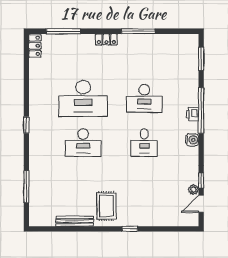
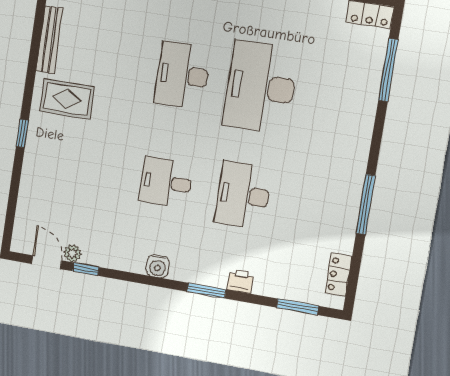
locker: (106, 39) -> (339, 275), moved
window: (201, 110) -> (206, 291), width x0.47
printer: (192, 114) -> (240, 281), moved

